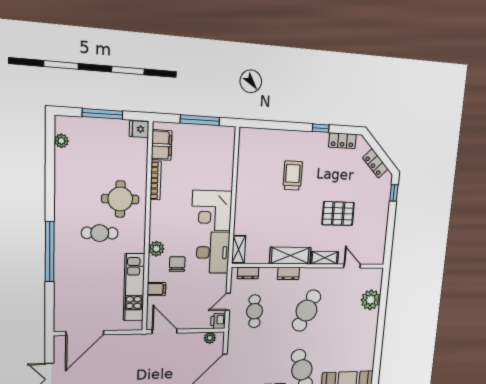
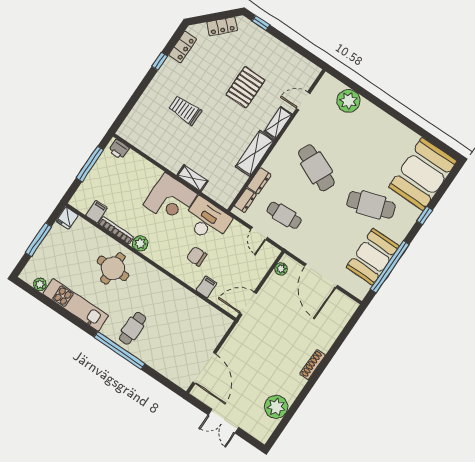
filing cabinet: (162, 145) -> (96, 212), width x0.50
cafe table: (100, 233) -> (133, 328), moved
plant: (156, 249) -> (140, 243), moved
shelving: (239, 249) -> (192, 178), moved
dresser: (288, 274) -> (259, 181), moved
kitchen unit: (134, 287) -> (76, 305), moved, turned 180
printer: (218, 321) -> (119, 149), moved

